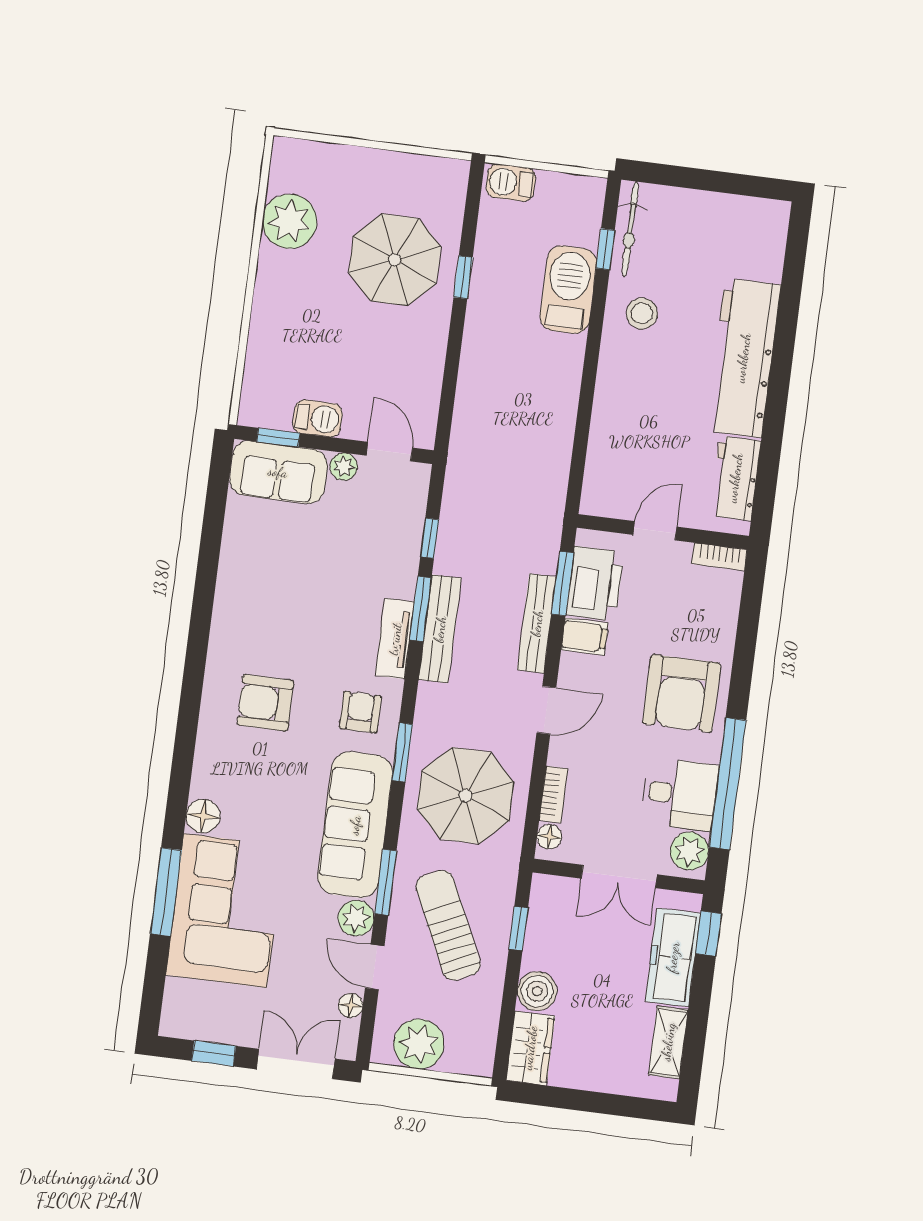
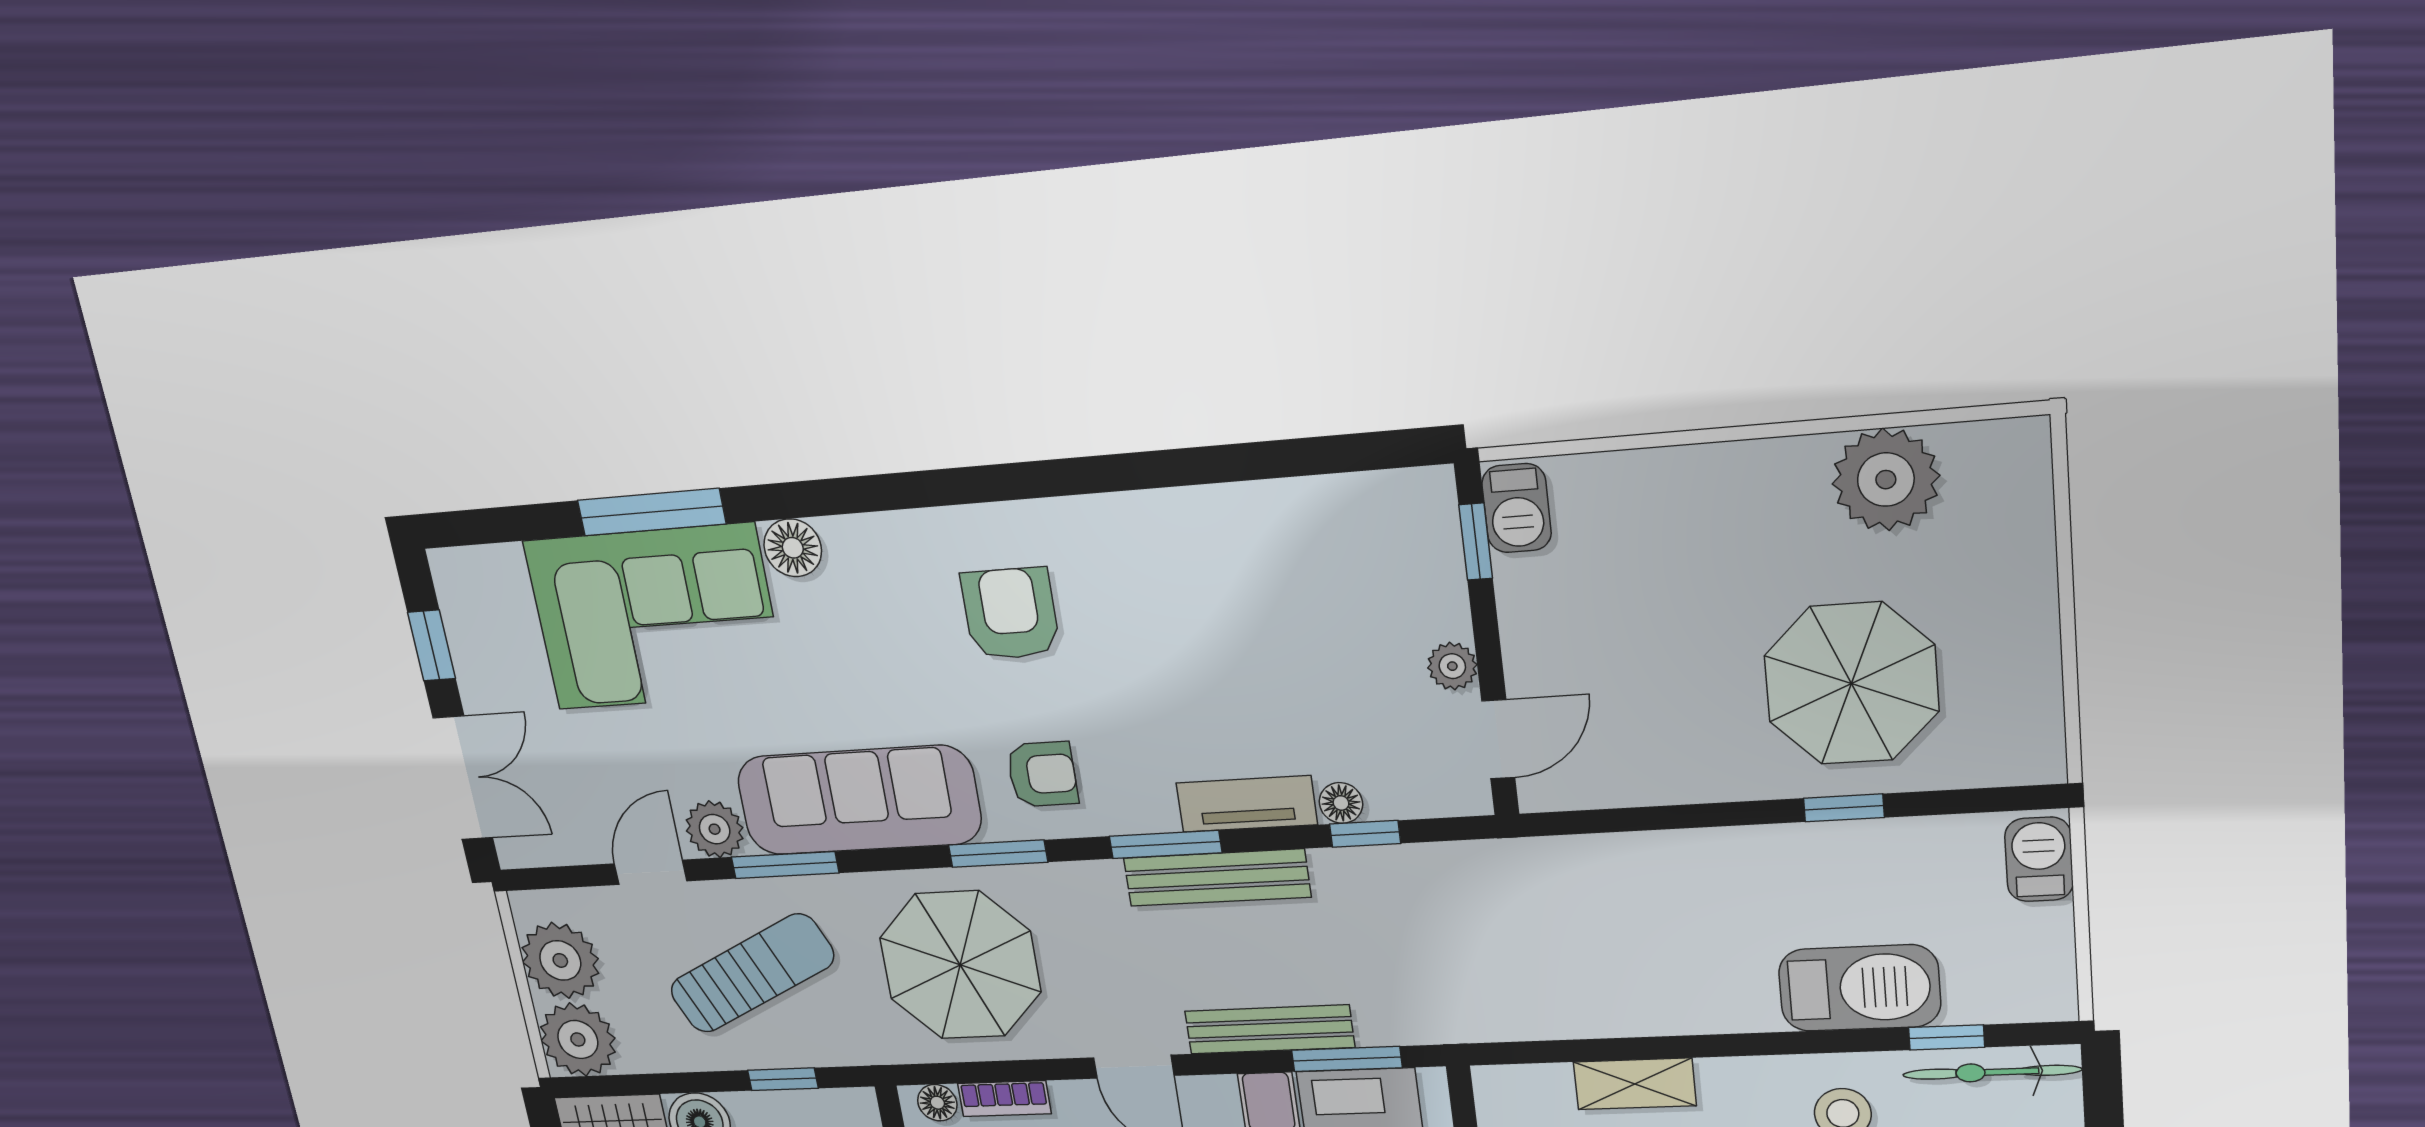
barbecue: (318, 418) -> (1517, 508), moved
shelving: (605, 424) -> (1635, 1084), added
sofa: (278, 472) -> (1413, 555), removed
window: (421, 609) -> (1166, 845), moved
tv unit: (395, 639) -> (1247, 804), moved
floor lamp: (351, 1005) -> (1341, 803), moved
plant: (471, 1051) -> (578, 1039), added

